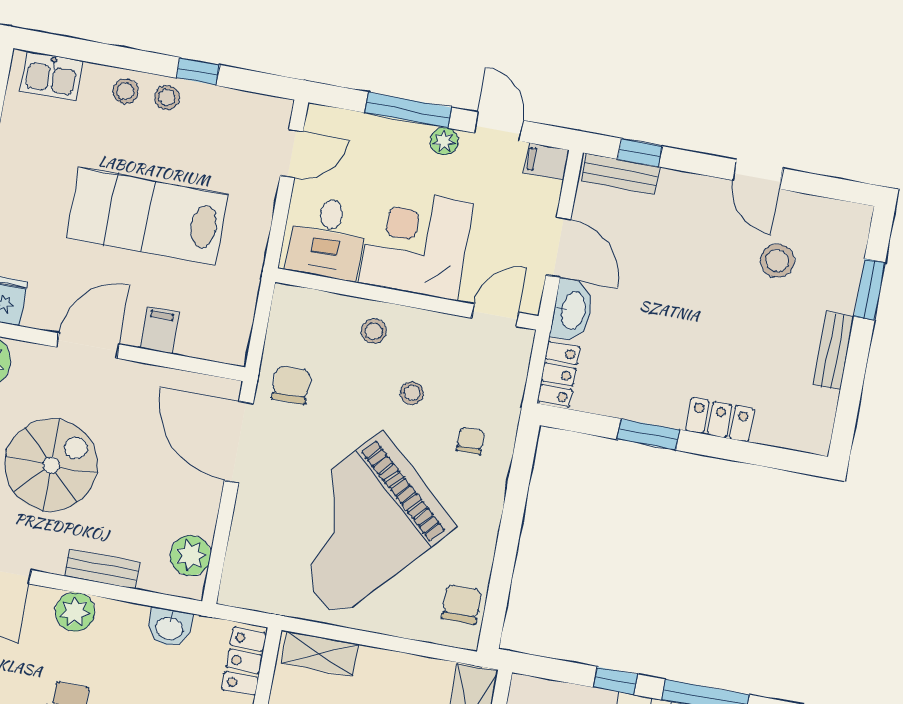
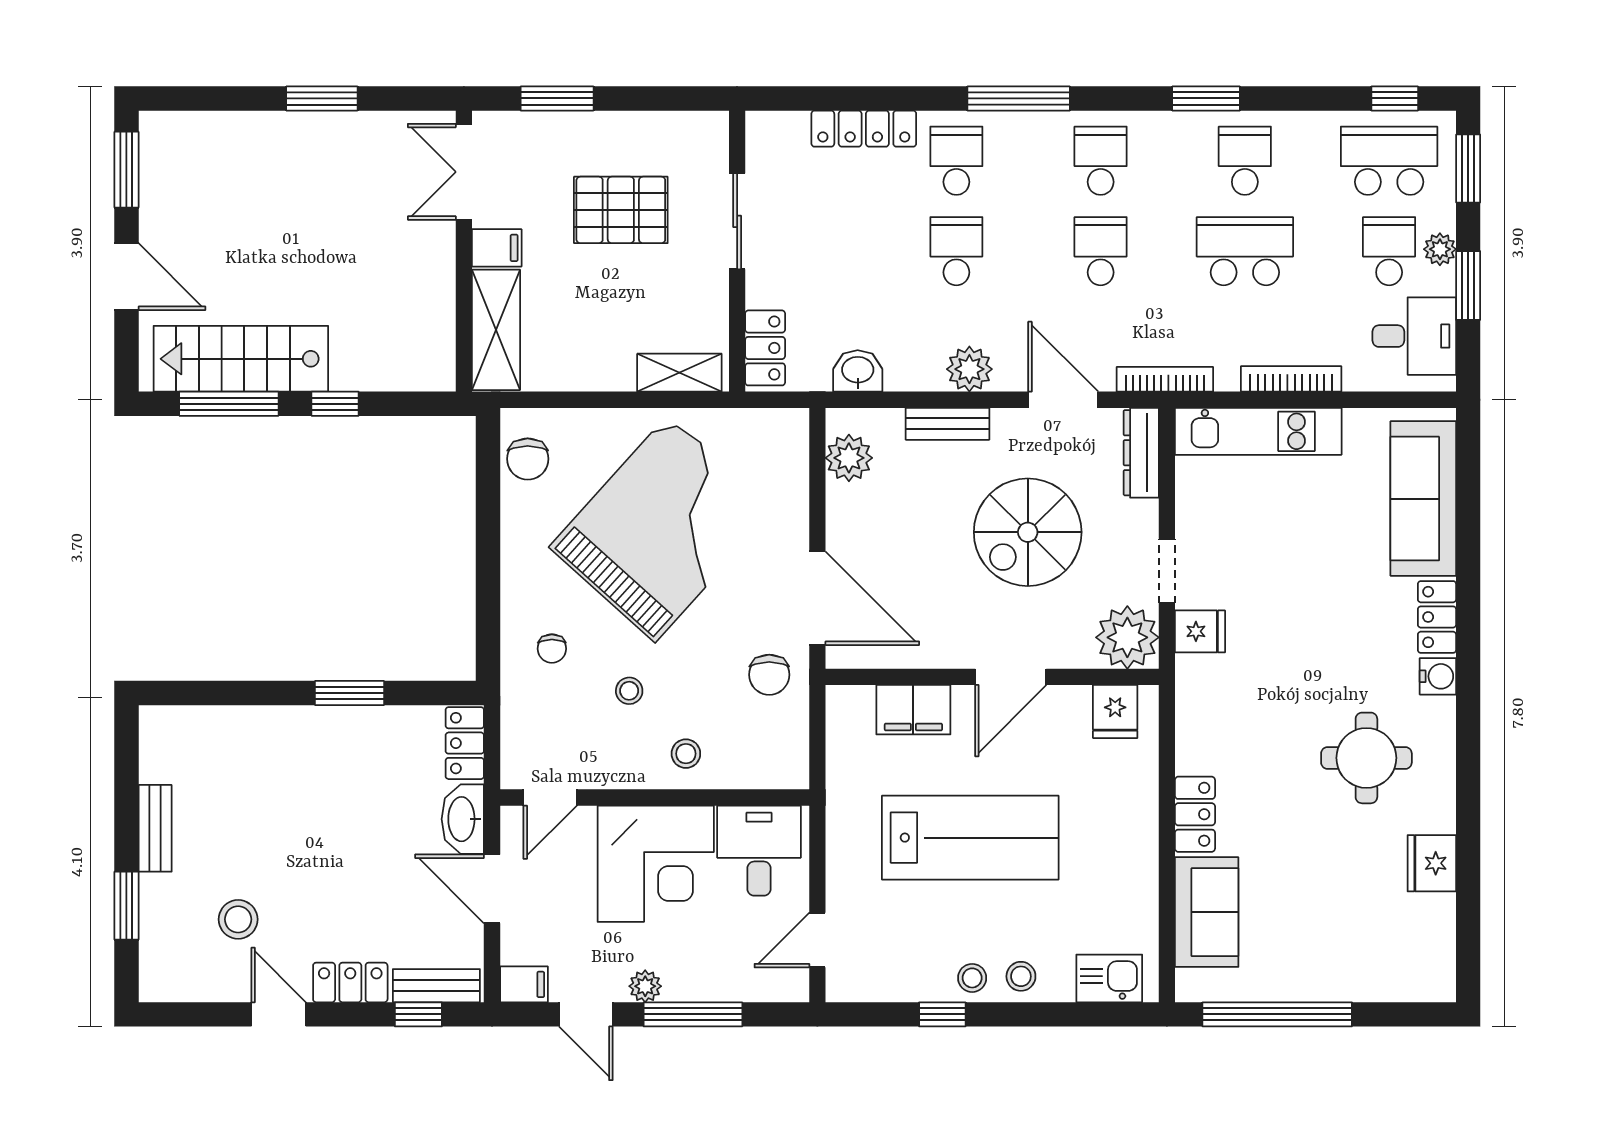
filing cabinet: (159, 330) -> (913, 710), width x2.00
locker: (720, 420) -> (350, 982), moved, turned 180

